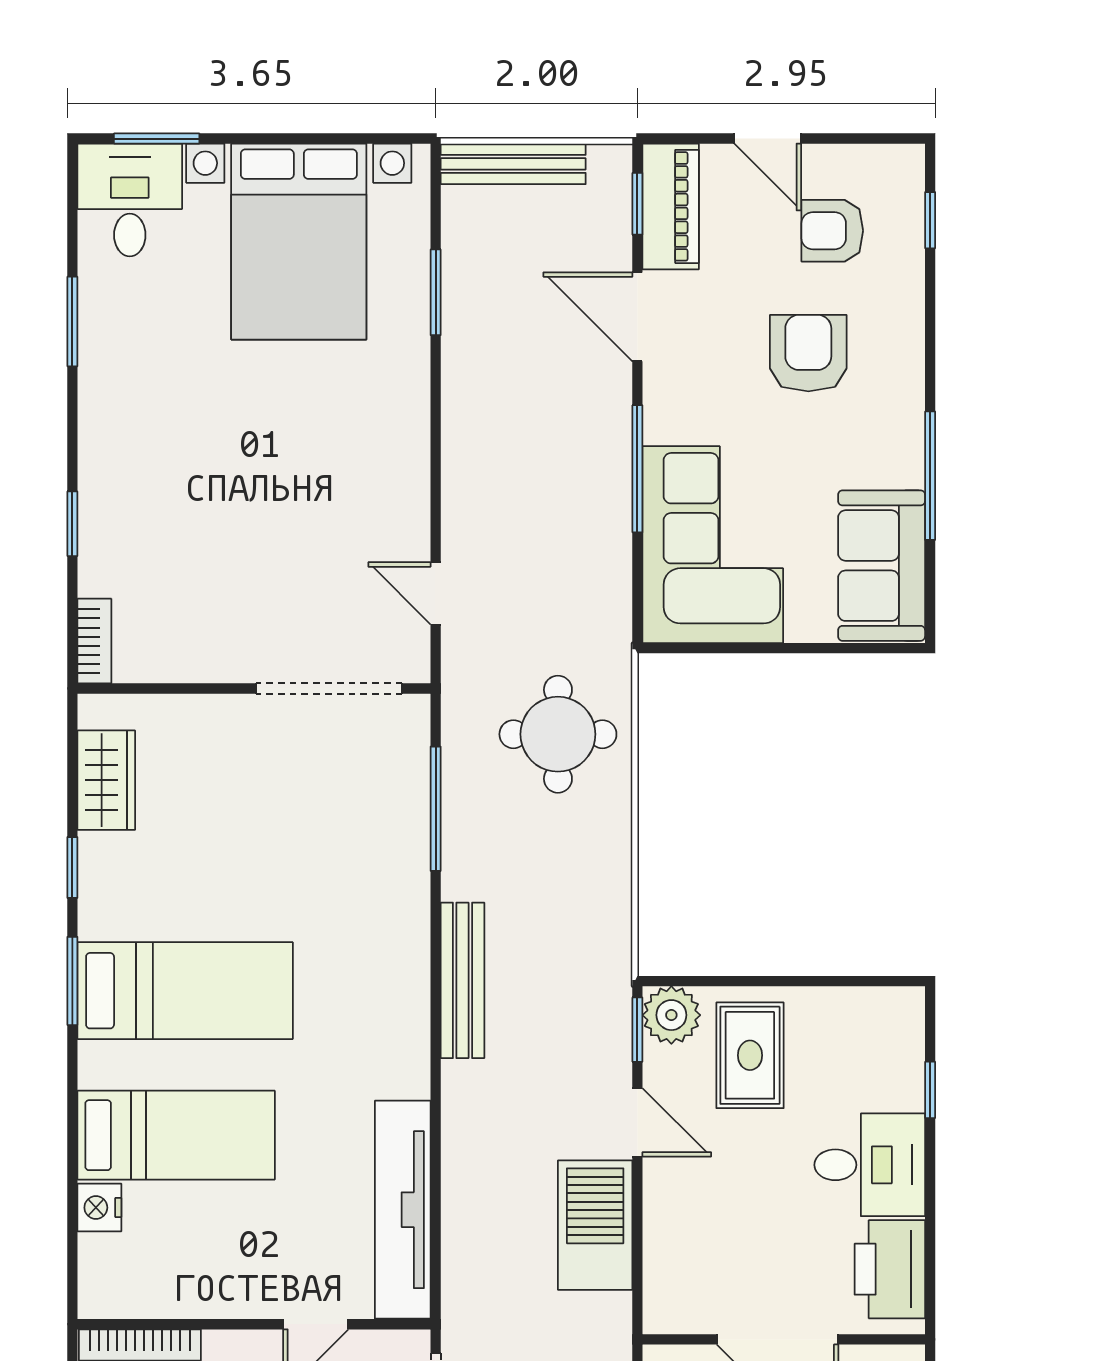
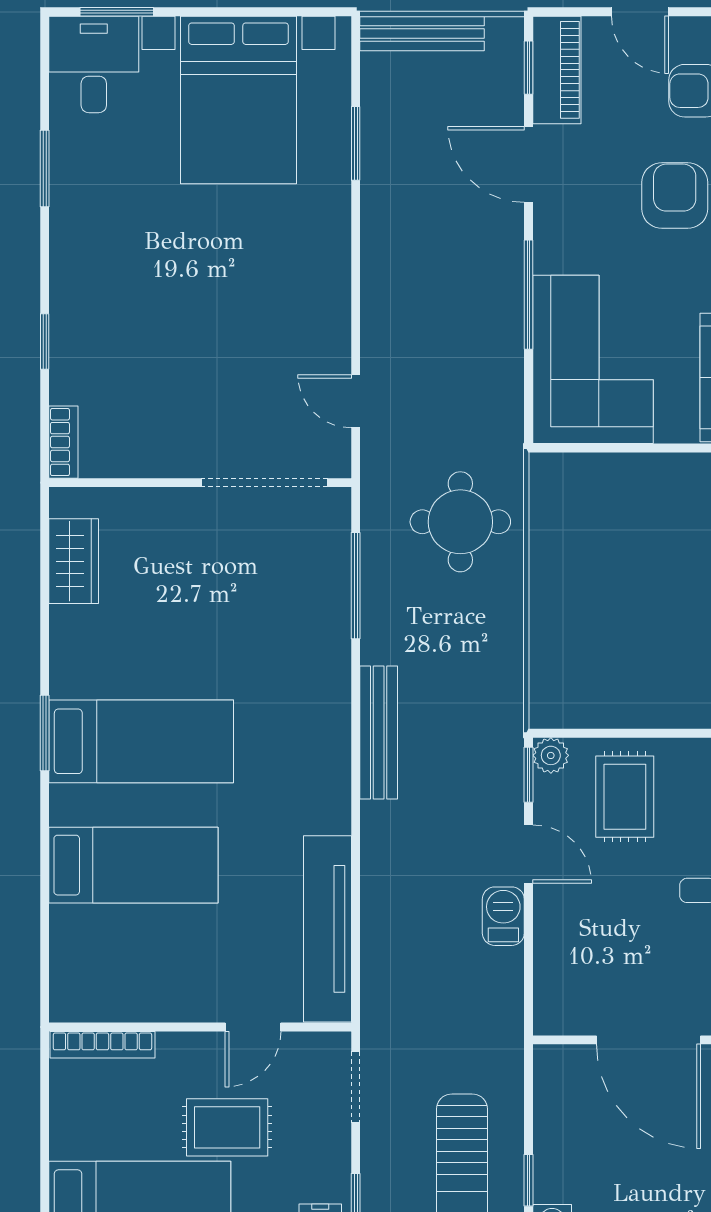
window: (72, 868) -> (45, 636), removed
plant: (671, 1015) -> (551, 755), width x0.73, depth x0.73
nightstand: (99, 1208) -> (68, 927), removed
barbecue: (595, 1225) -> (503, 916), width x0.53, depth x0.65

